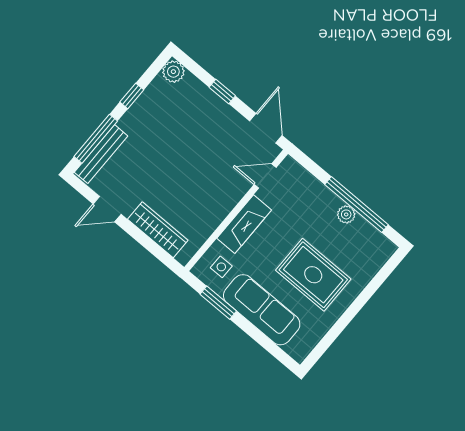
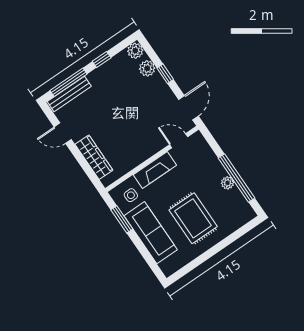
plant: (196, 91) -> (147, 68), added

